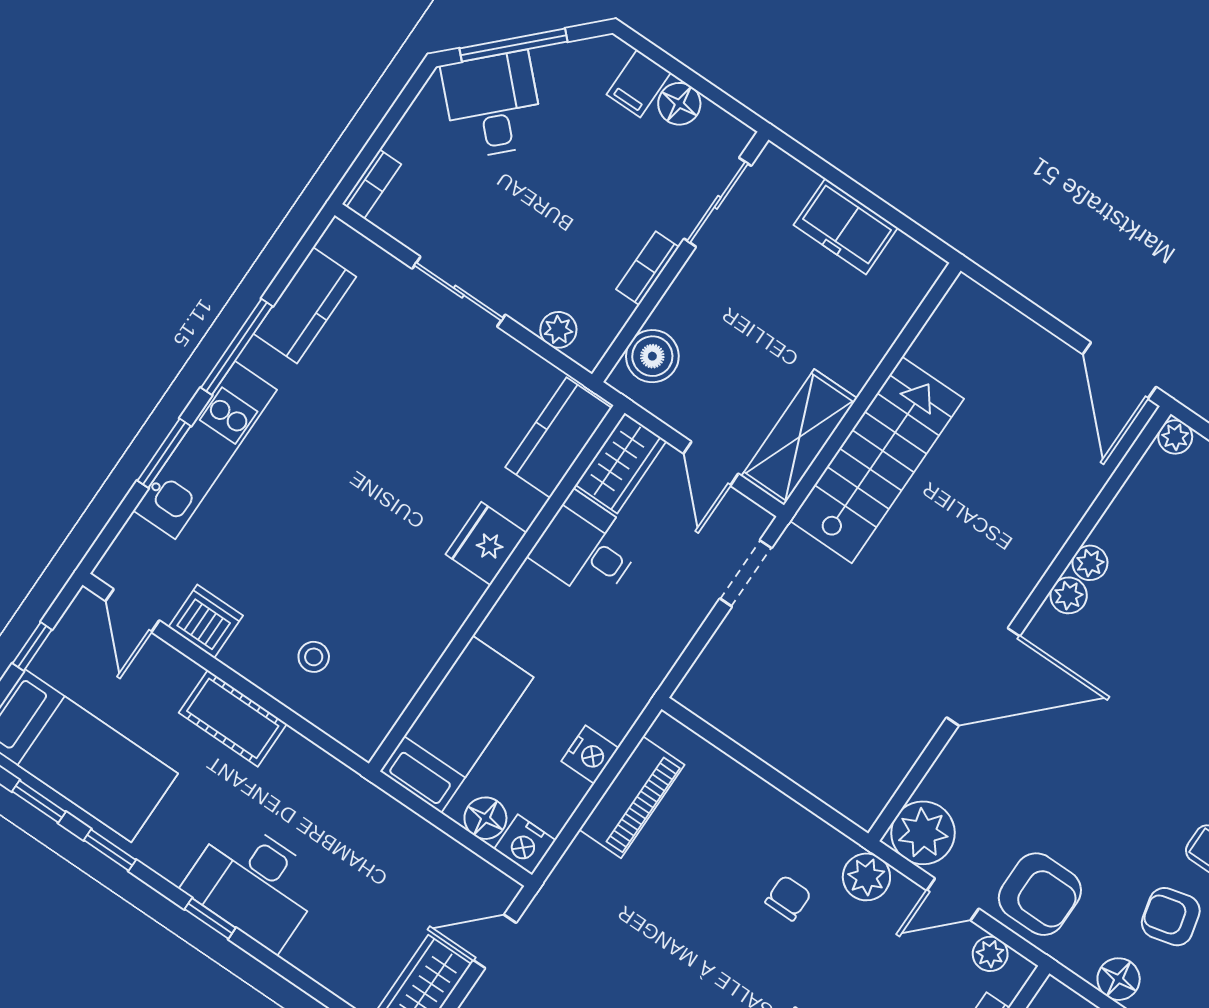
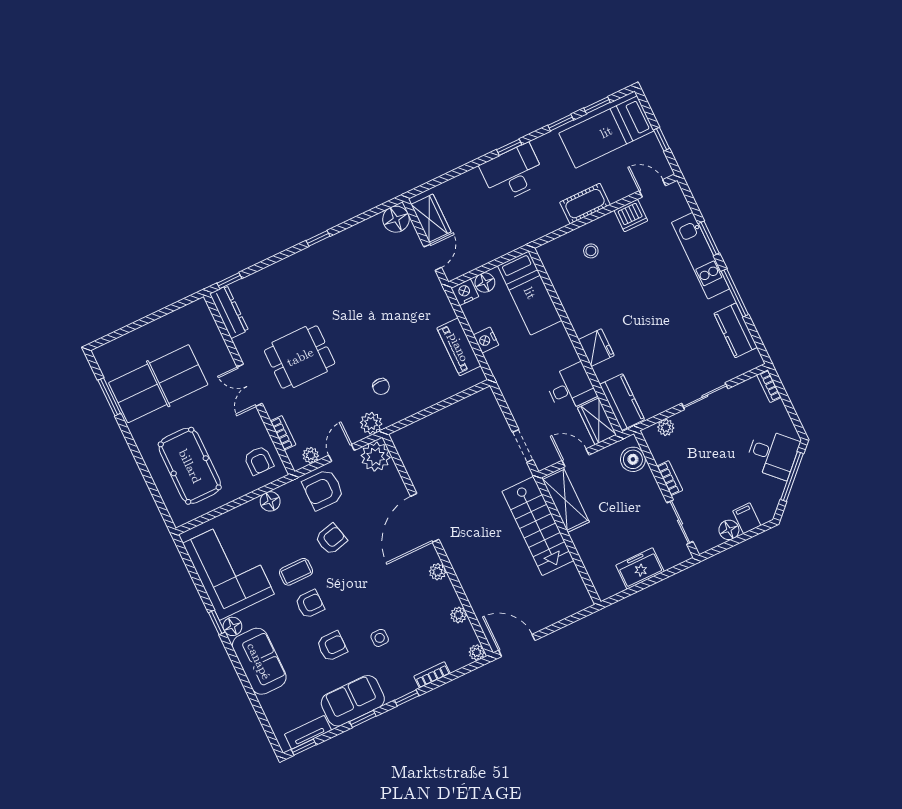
plant: (1090, 563) -> (459, 615), moved
armchair: (1171, 917) -> (331, 539), moved

